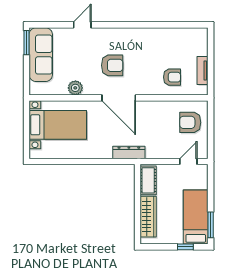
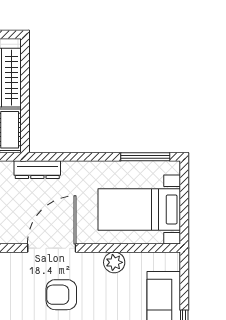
door: (119, 98) -> (52, 248), hinge flipped
window: (54, 162) -> (145, 157), added

